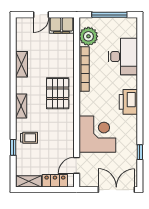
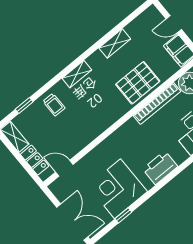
pallet: (58, 93) -> (138, 83), moved
corner desk: (97, 134) -> (118, 189), moved, turned 180
window: (13, 147) -> (24, 105), moved

